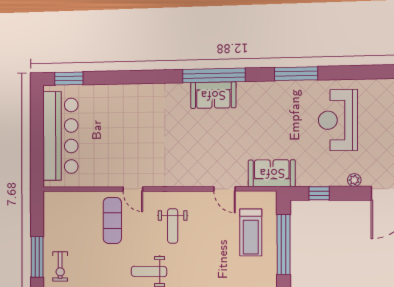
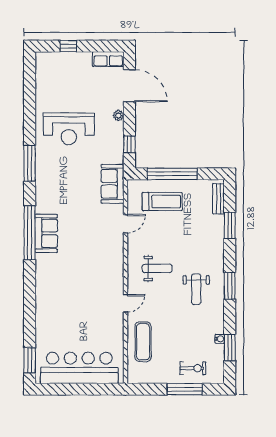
exercise mat: (112, 221) -> (143, 342), moved, turned 90

